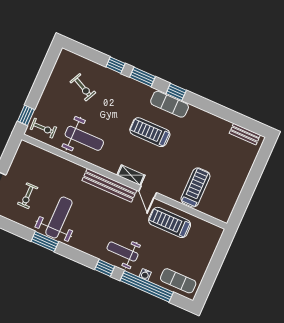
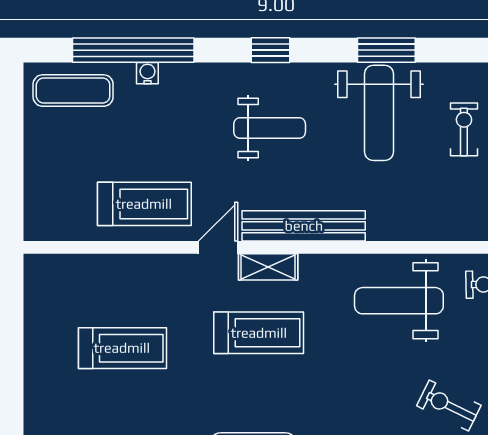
treadmill: (150, 132) -> (259, 333), moved
treadmill: (196, 187) -> (122, 348), moved, turned -90
door: (148, 192) -> (218, 247), hinge flipped
weight bench: (122, 252) -> (270, 128), moved
window: (105, 268) -> (271, 50), moved

